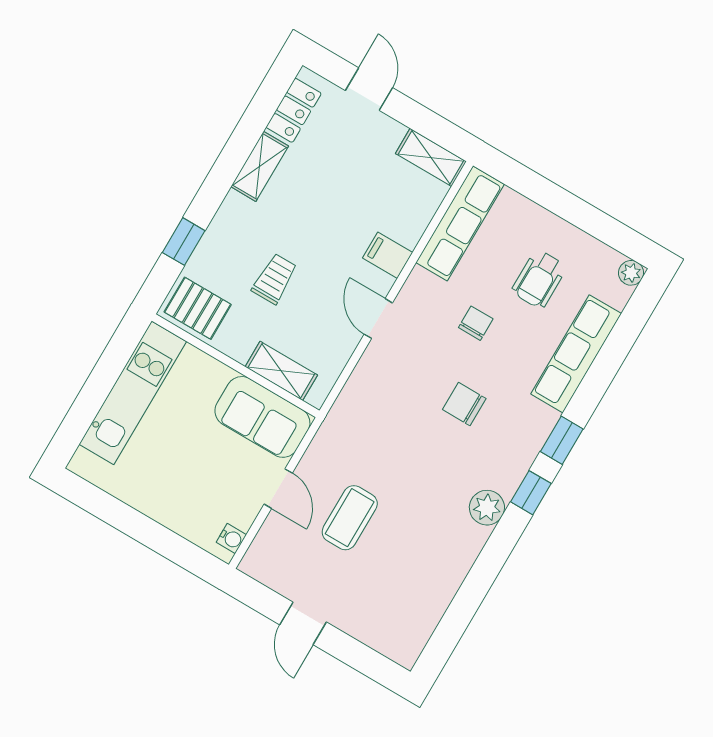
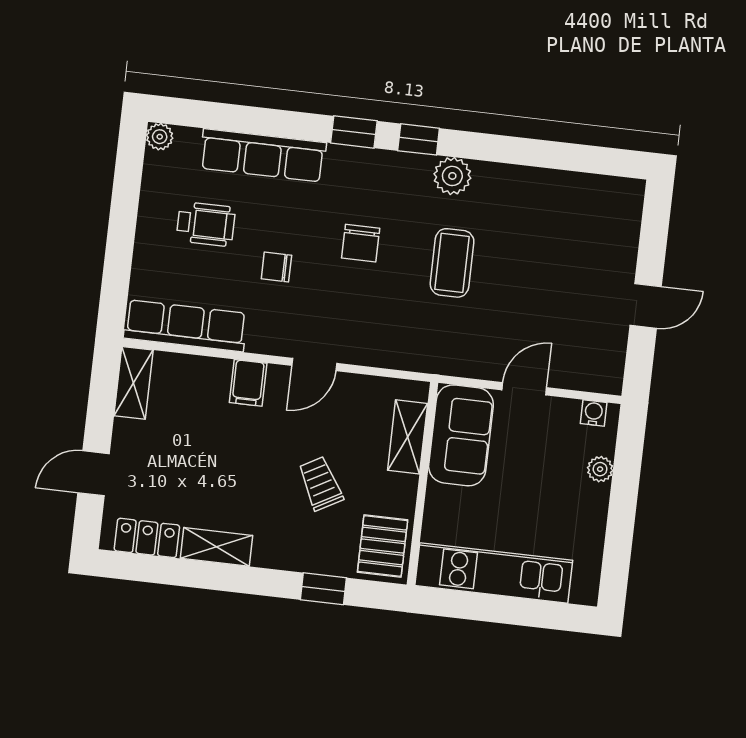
trolley: (274, 279) -> (320, 484), turned 61
coffee table: (350, 518) -> (452, 263), moved, turned 90
plant: (181, 523) -> (600, 469), added

